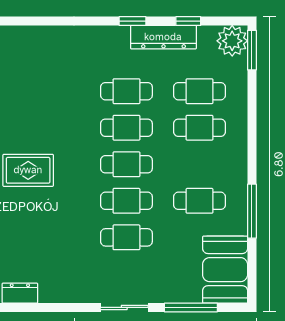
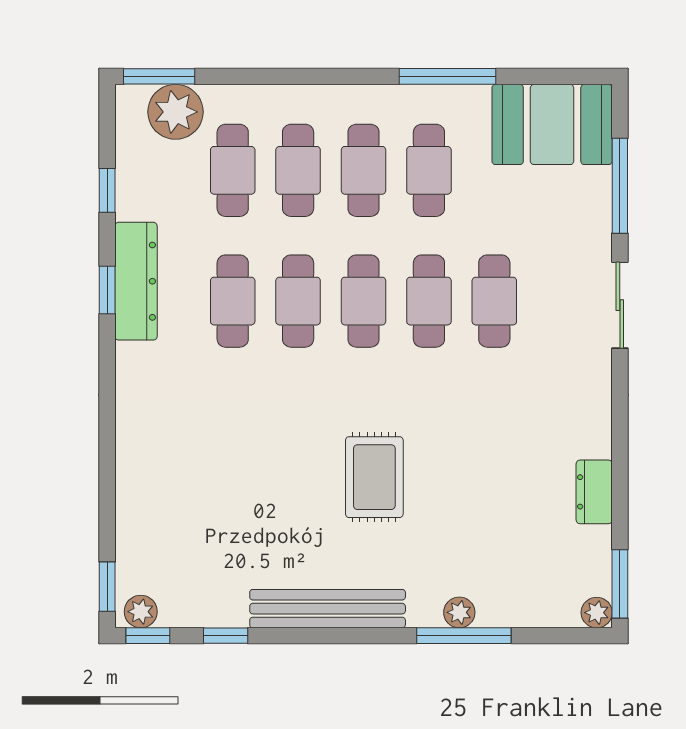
dresser: (163, 37) -> (136, 281), moved
plant: (232, 41) -> (175, 112), moved
cafe table: (199, 164) -> (363, 170), added

